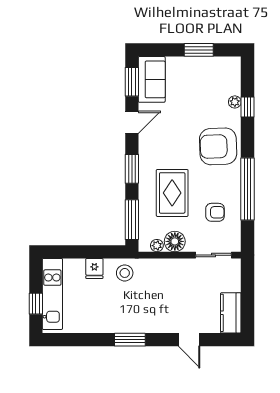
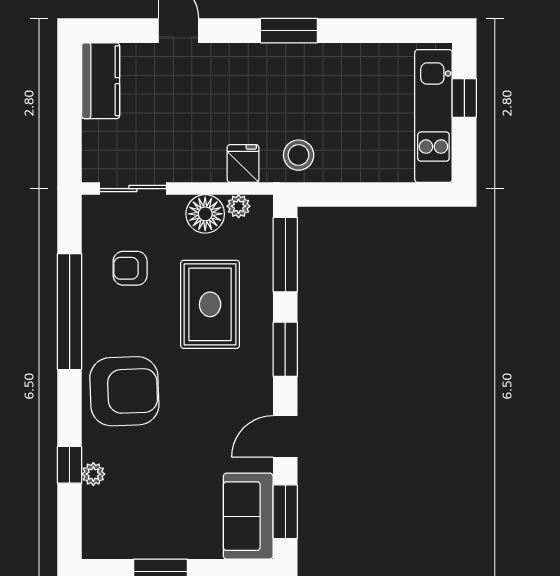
fridge: (94, 268) -> (243, 164), moved

